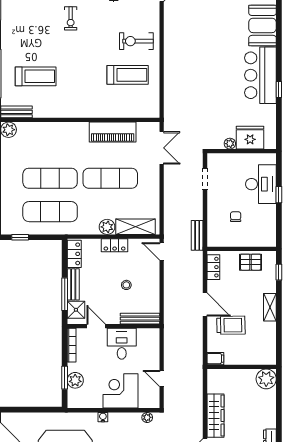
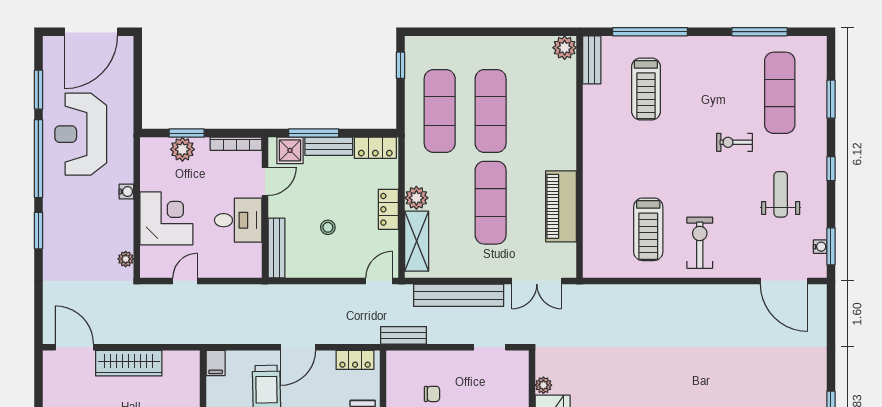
bench: (171, 199) -> (459, 295), added

